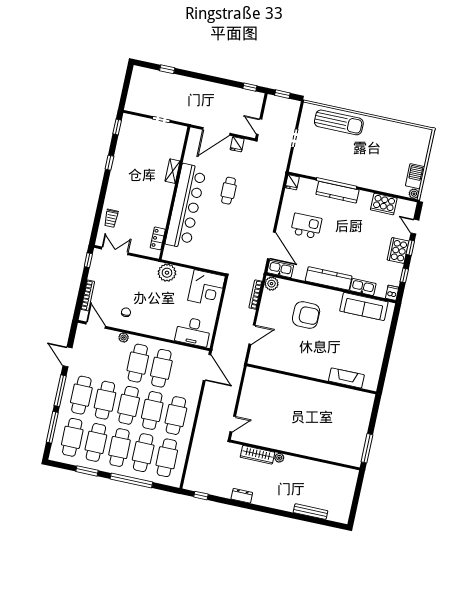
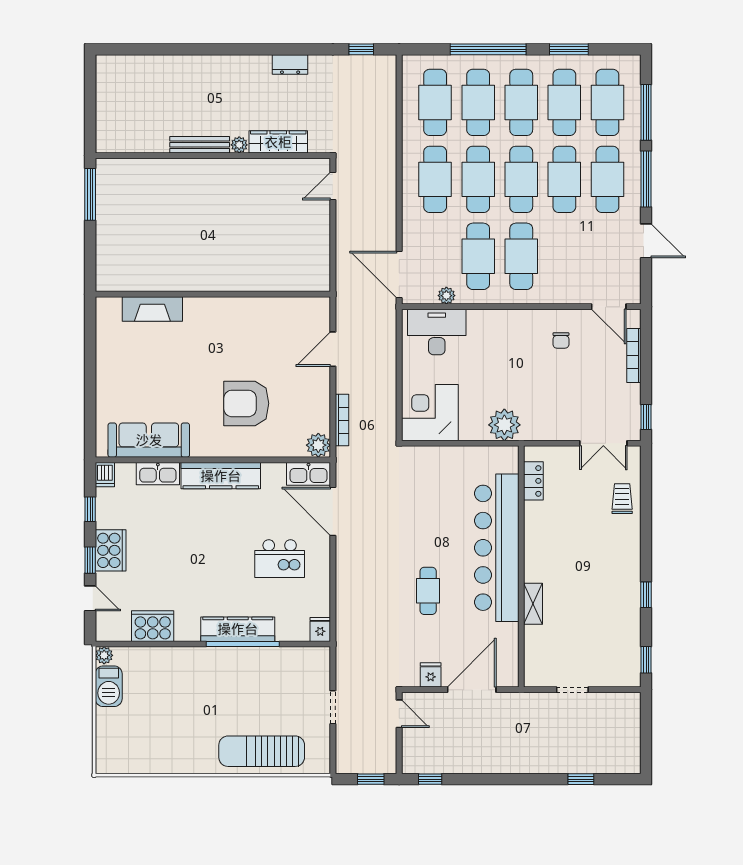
plant: (124, 338) -> (446, 296), moved
bench: (311, 512) -> (200, 145), moved

